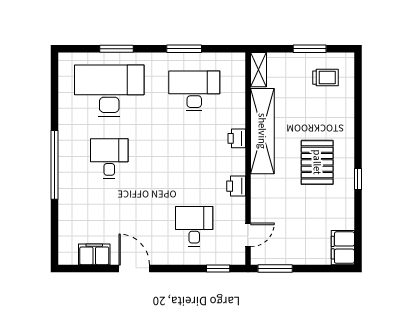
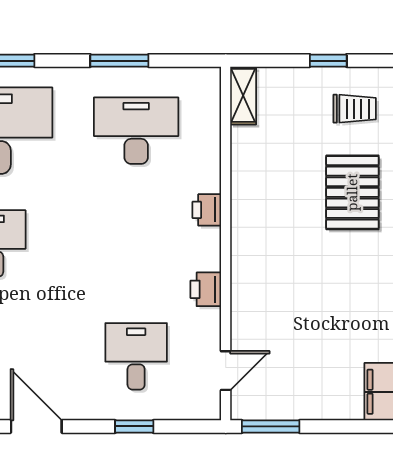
window: (310, 49) -> (328, 61), width x0.67
shelving: (262, 131) -> (250, 198), removed
pallet: (317, 162) -> (352, 192), moved
window: (218, 268) -> (134, 426), moved

